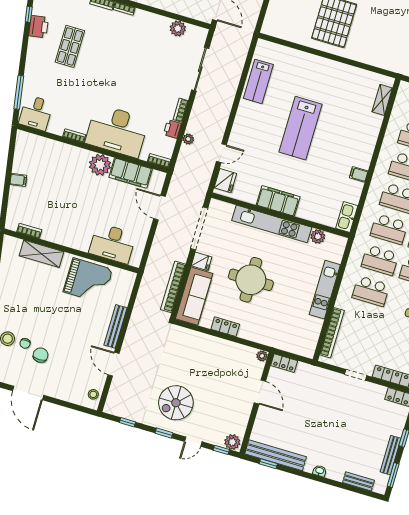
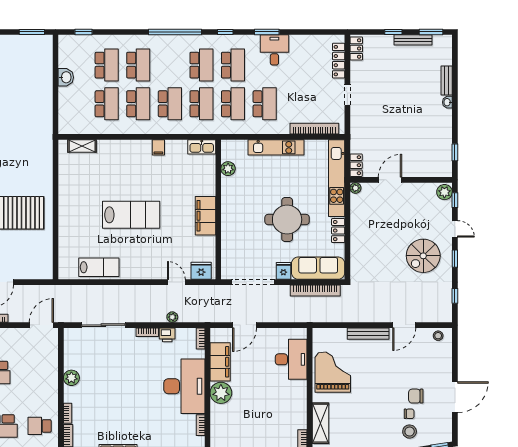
plant: (178, 28) -> (71, 378), moved
kitchen unit: (272, 224) -> (337, 178), moved, turned 180
spiral stairs: (176, 403) -> (423, 256), turned 90
bench: (276, 455) -> (445, 148), removed
bench: (358, 481) -> (447, 80), moved

